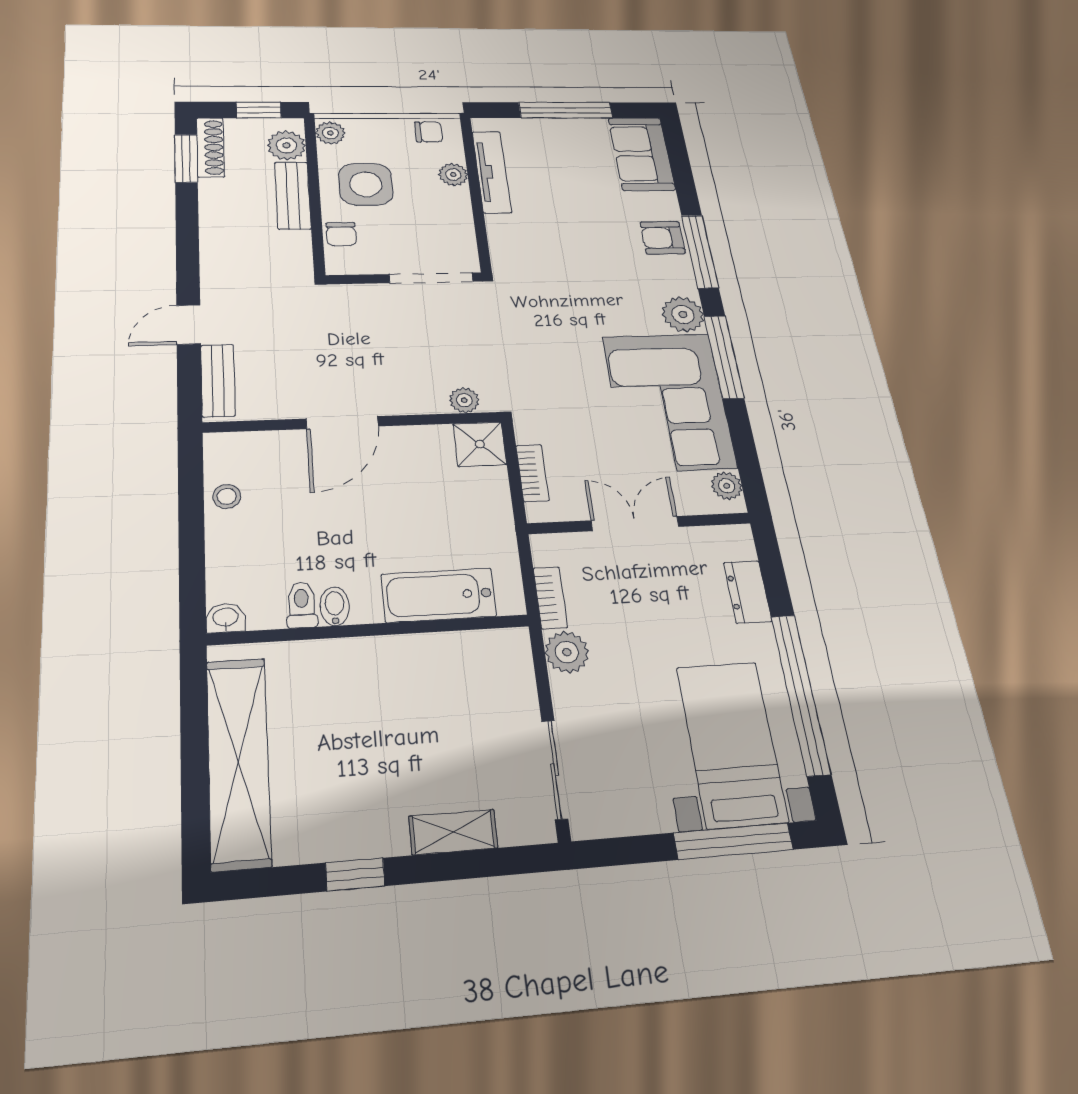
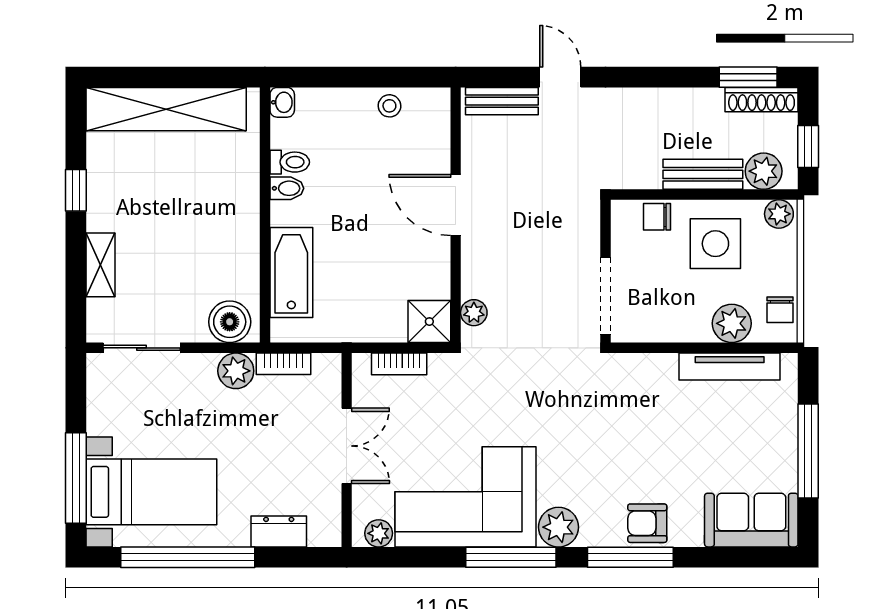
plant: (453, 175) -> (732, 323), width x1.38, depth x1.38
armchair: (663, 238) -> (647, 523), turned -90
boiler: (508, 663) -> (230, 322), added

